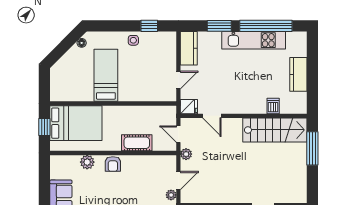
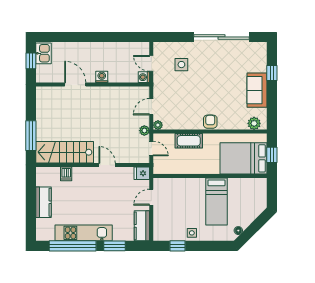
door: (212, 116) -> (107, 165), moved
plant: (87, 162) -> (254, 123), moved
plant: (171, 195) -> (158, 125), moved

